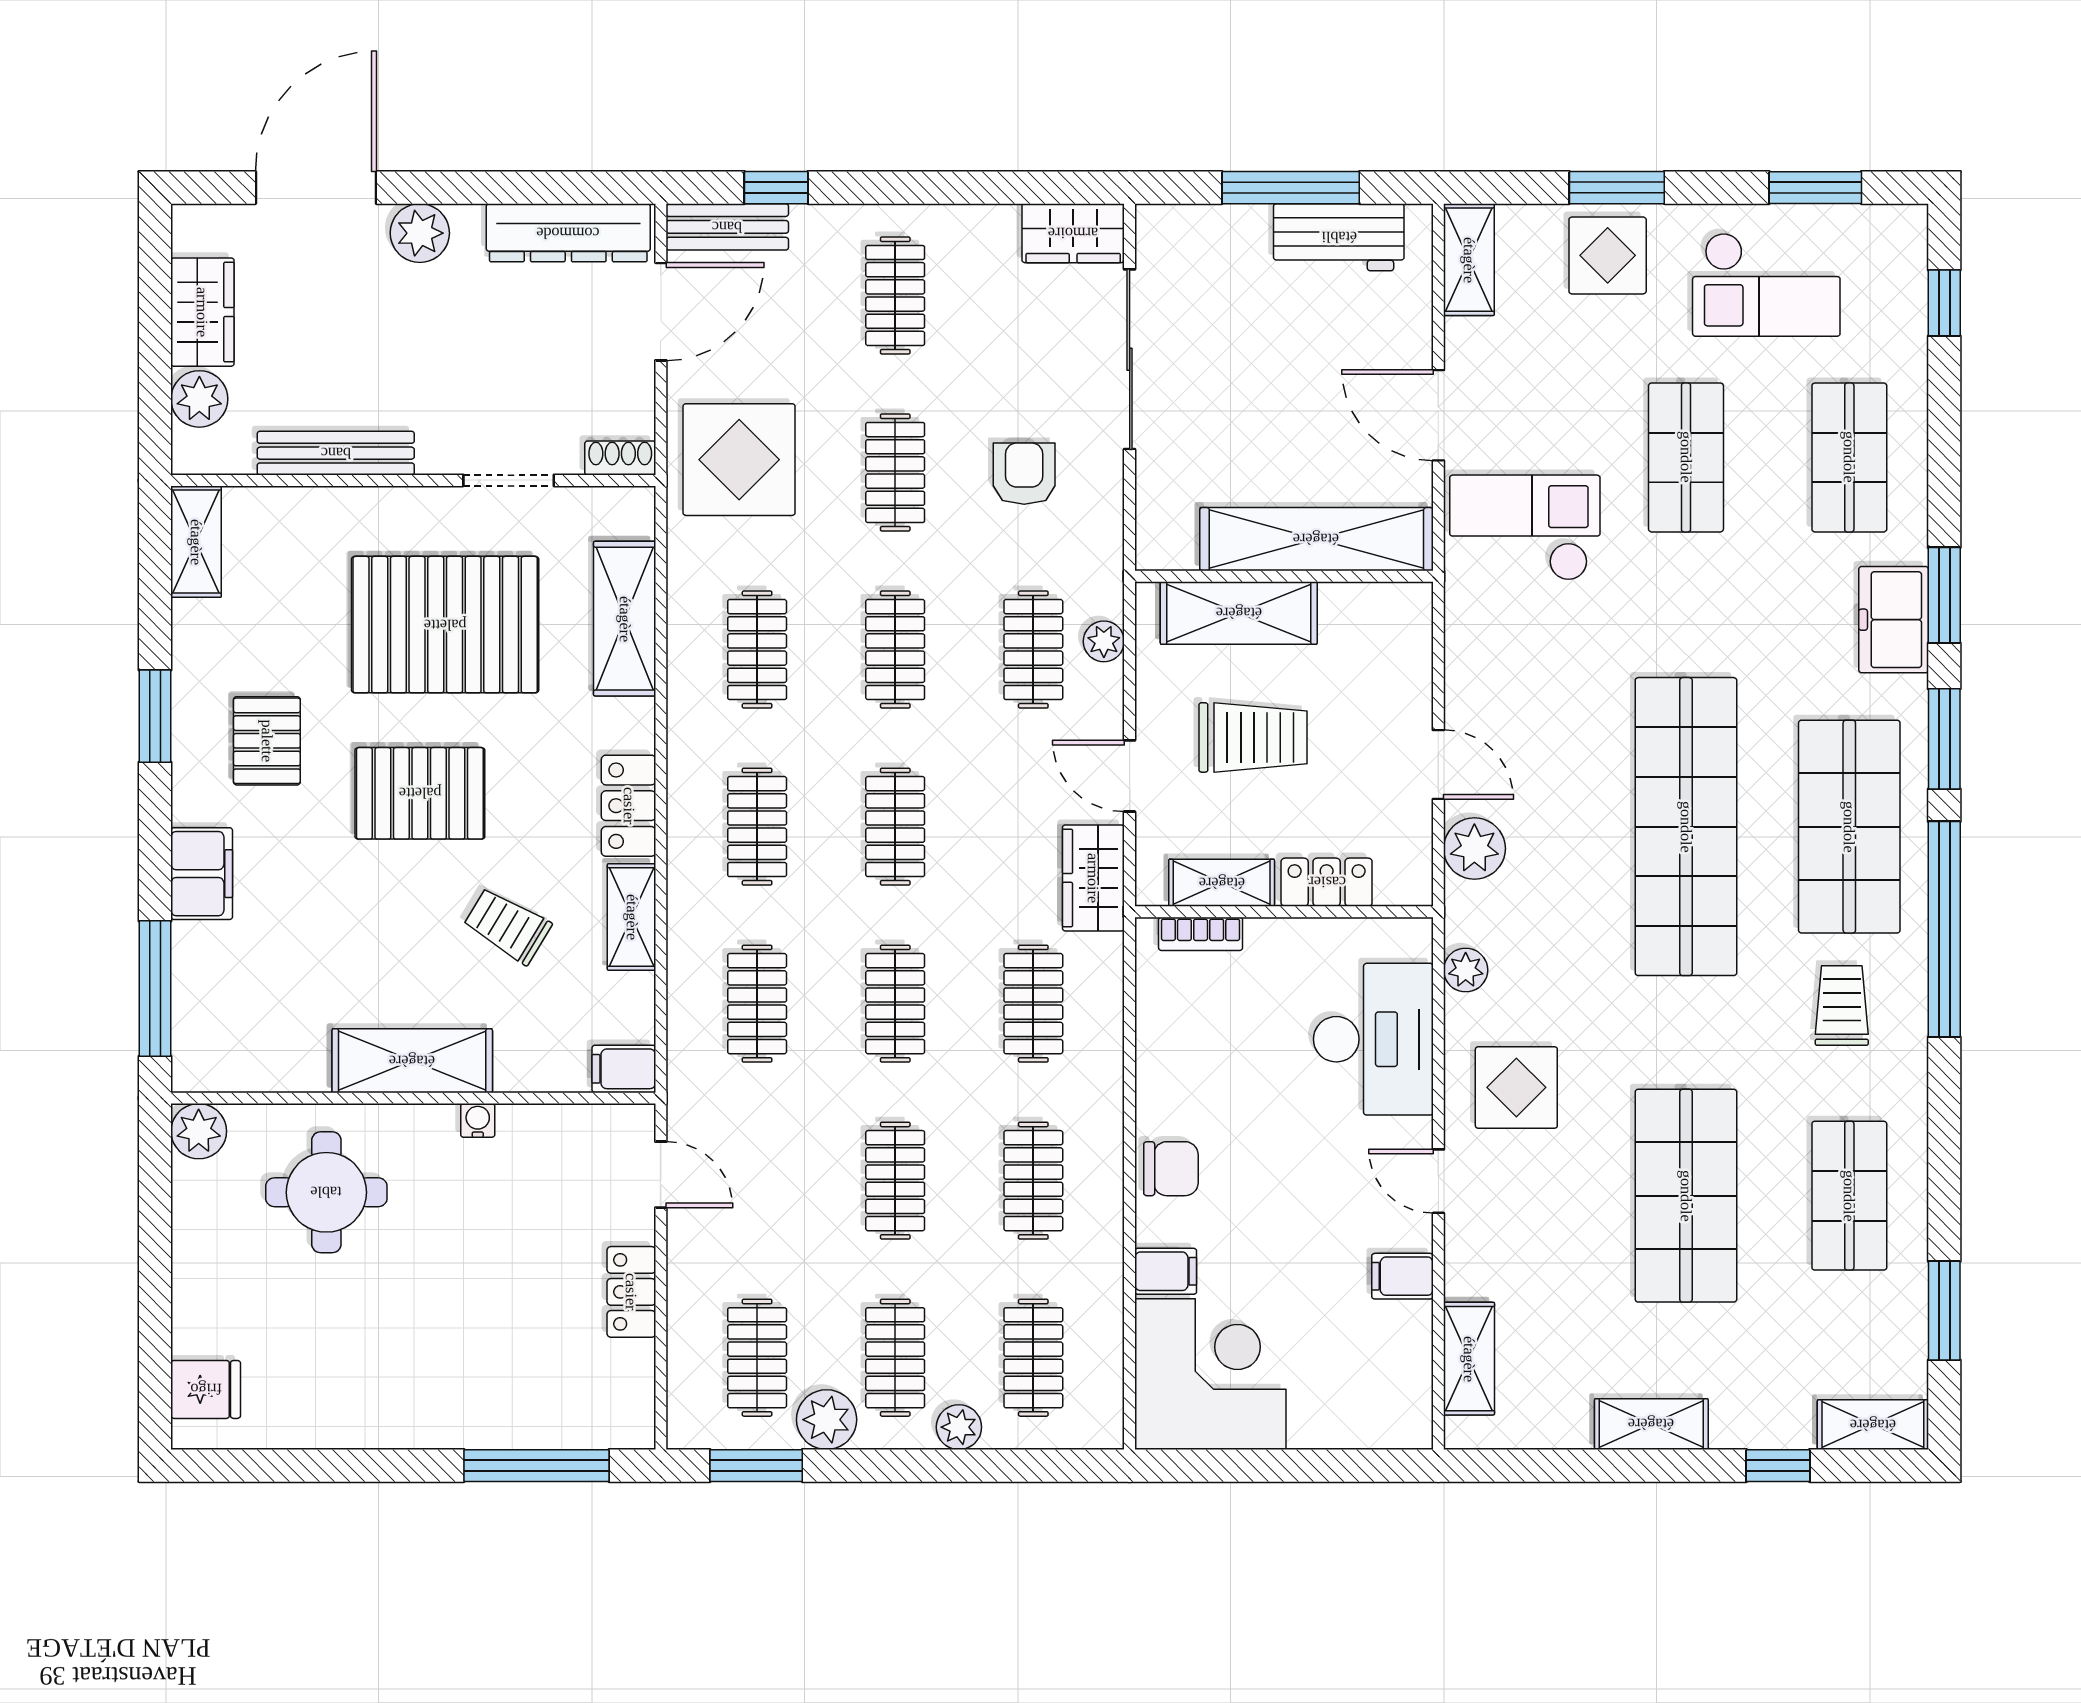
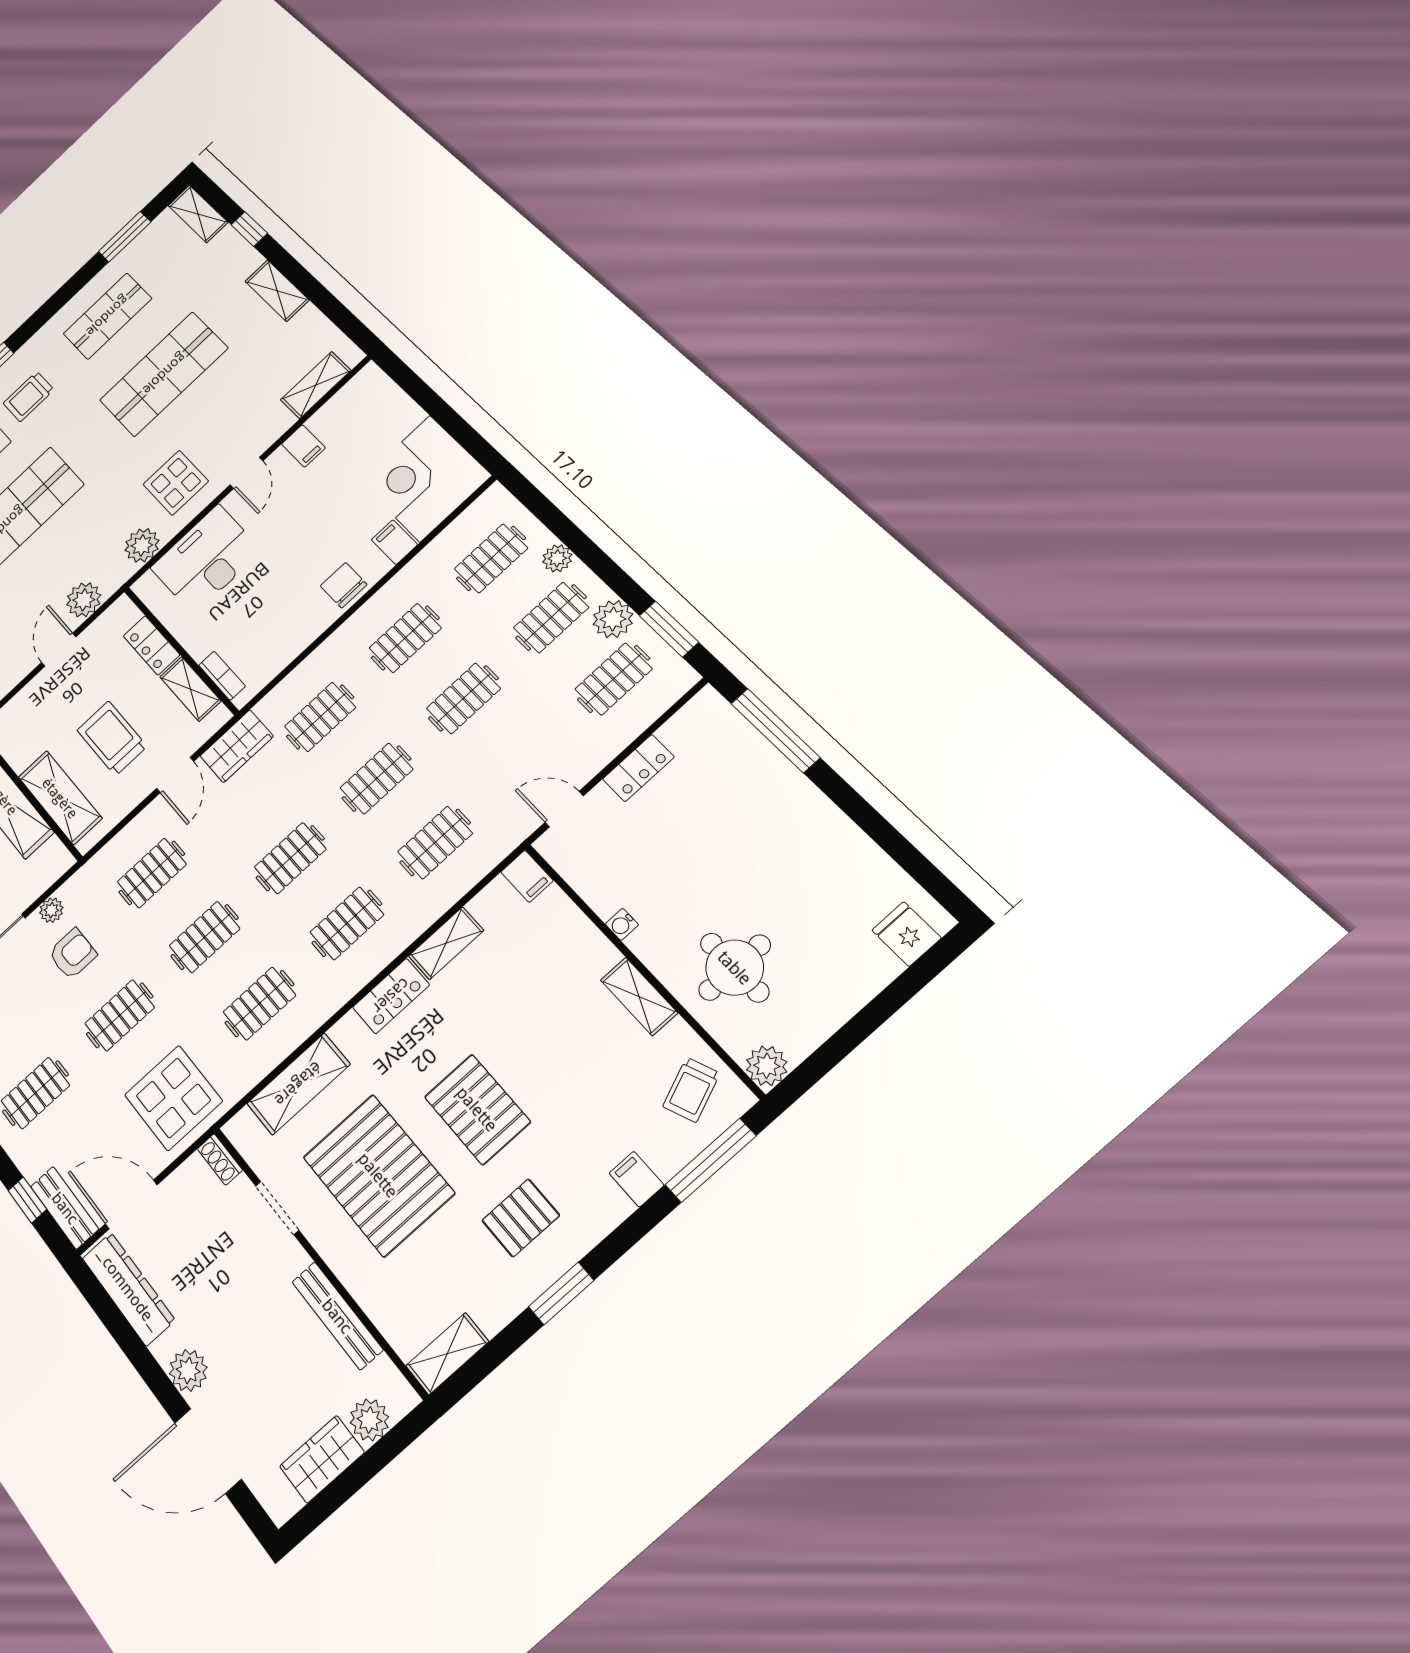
armchair: (1024, 474) -> (72, 954), turned 180
plant: (1104, 641) -> (51, 910), moved
filing cabinet: (202, 874) -> (636, 1179), width x0.50
trolley: (507, 926) -> (691, 1090), moved, turned 37
plant: (1466, 970) -> (142, 545), width x1.38, depth x1.38
shelving: (412, 1061) -> (639, 996), width x0.67, depth x0.75
door: (661, 1175) -> (564, 809), hinge flipped

